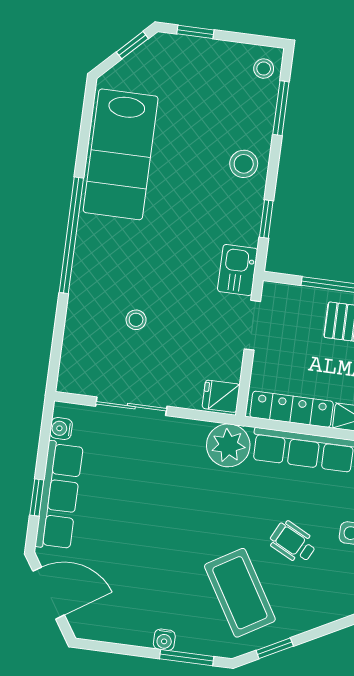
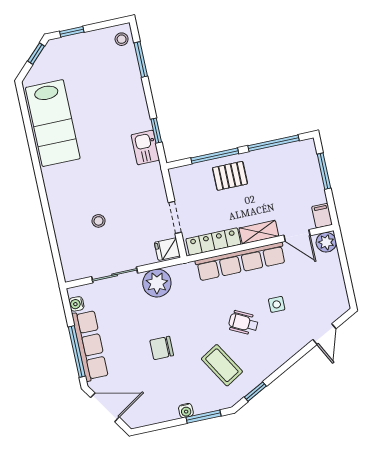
stool: (244, 164) -> (130, 102), removed
window: (71, 235) -> (40, 183), removed
kitchen sink: (238, 270) -> (145, 147), moved
doorway: (252, 325) -> (175, 217), moved
plant: (228, 445) -> (157, 283), moved
window: (37, 497) -> (77, 351), width x2.17
chair: (162, 536) -> (162, 348), added
coffee table: (240, 593) -> (222, 365), width x0.73, depth x0.76

